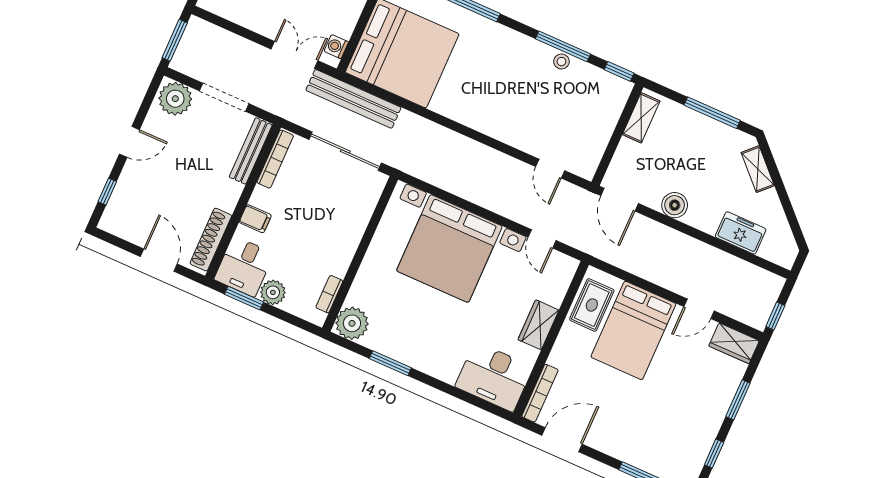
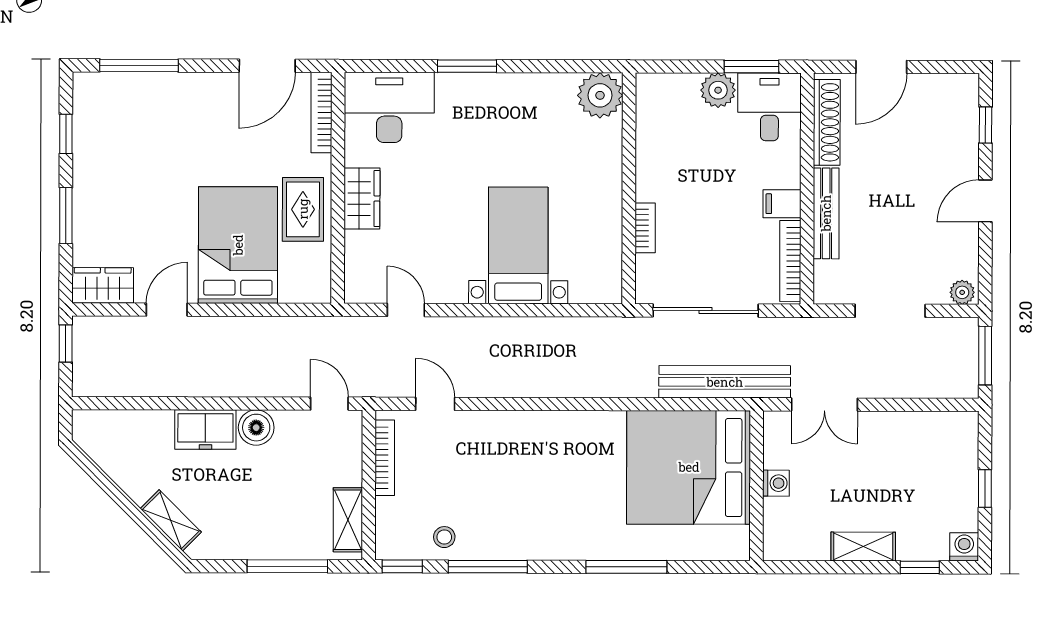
washing machine: (336, 47) -> (776, 483), moved
stool: (561, 62) -> (444, 537), moved
plant: (175, 99) -> (962, 292), width x0.53, depth x0.53
window: (712, 113) -> (287, 566), moved
bookcase: (599, 148) -> (385, 458), added
bench: (251, 151) -> (826, 213), moved
door: (620, 200) -> (329, 404), width x0.73
filing cabinet: (255, 219) -> (782, 204), moved
freezer: (741, 233) -> (205, 430), moved
bed with nightstands: (449, 249) -> (518, 245), width x0.54
door: (159, 260) -> (881, 67), hinge flipped
bookcase: (329, 294) -> (645, 228), moved
rug: (592, 305) -> (303, 209), moved
window: (390, 363) -> (467, 66), moved

